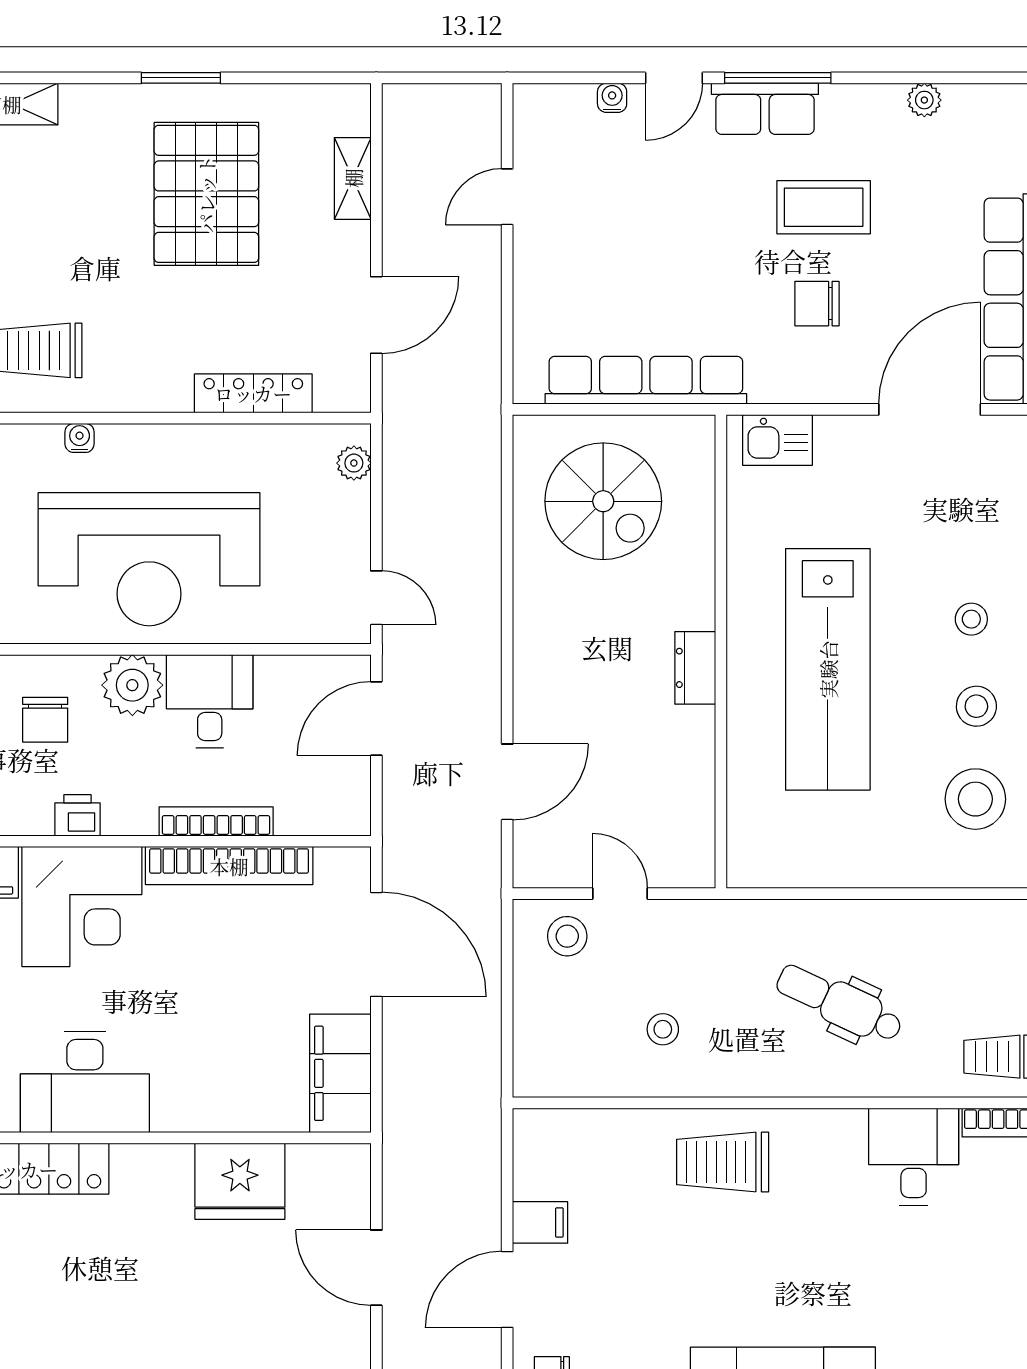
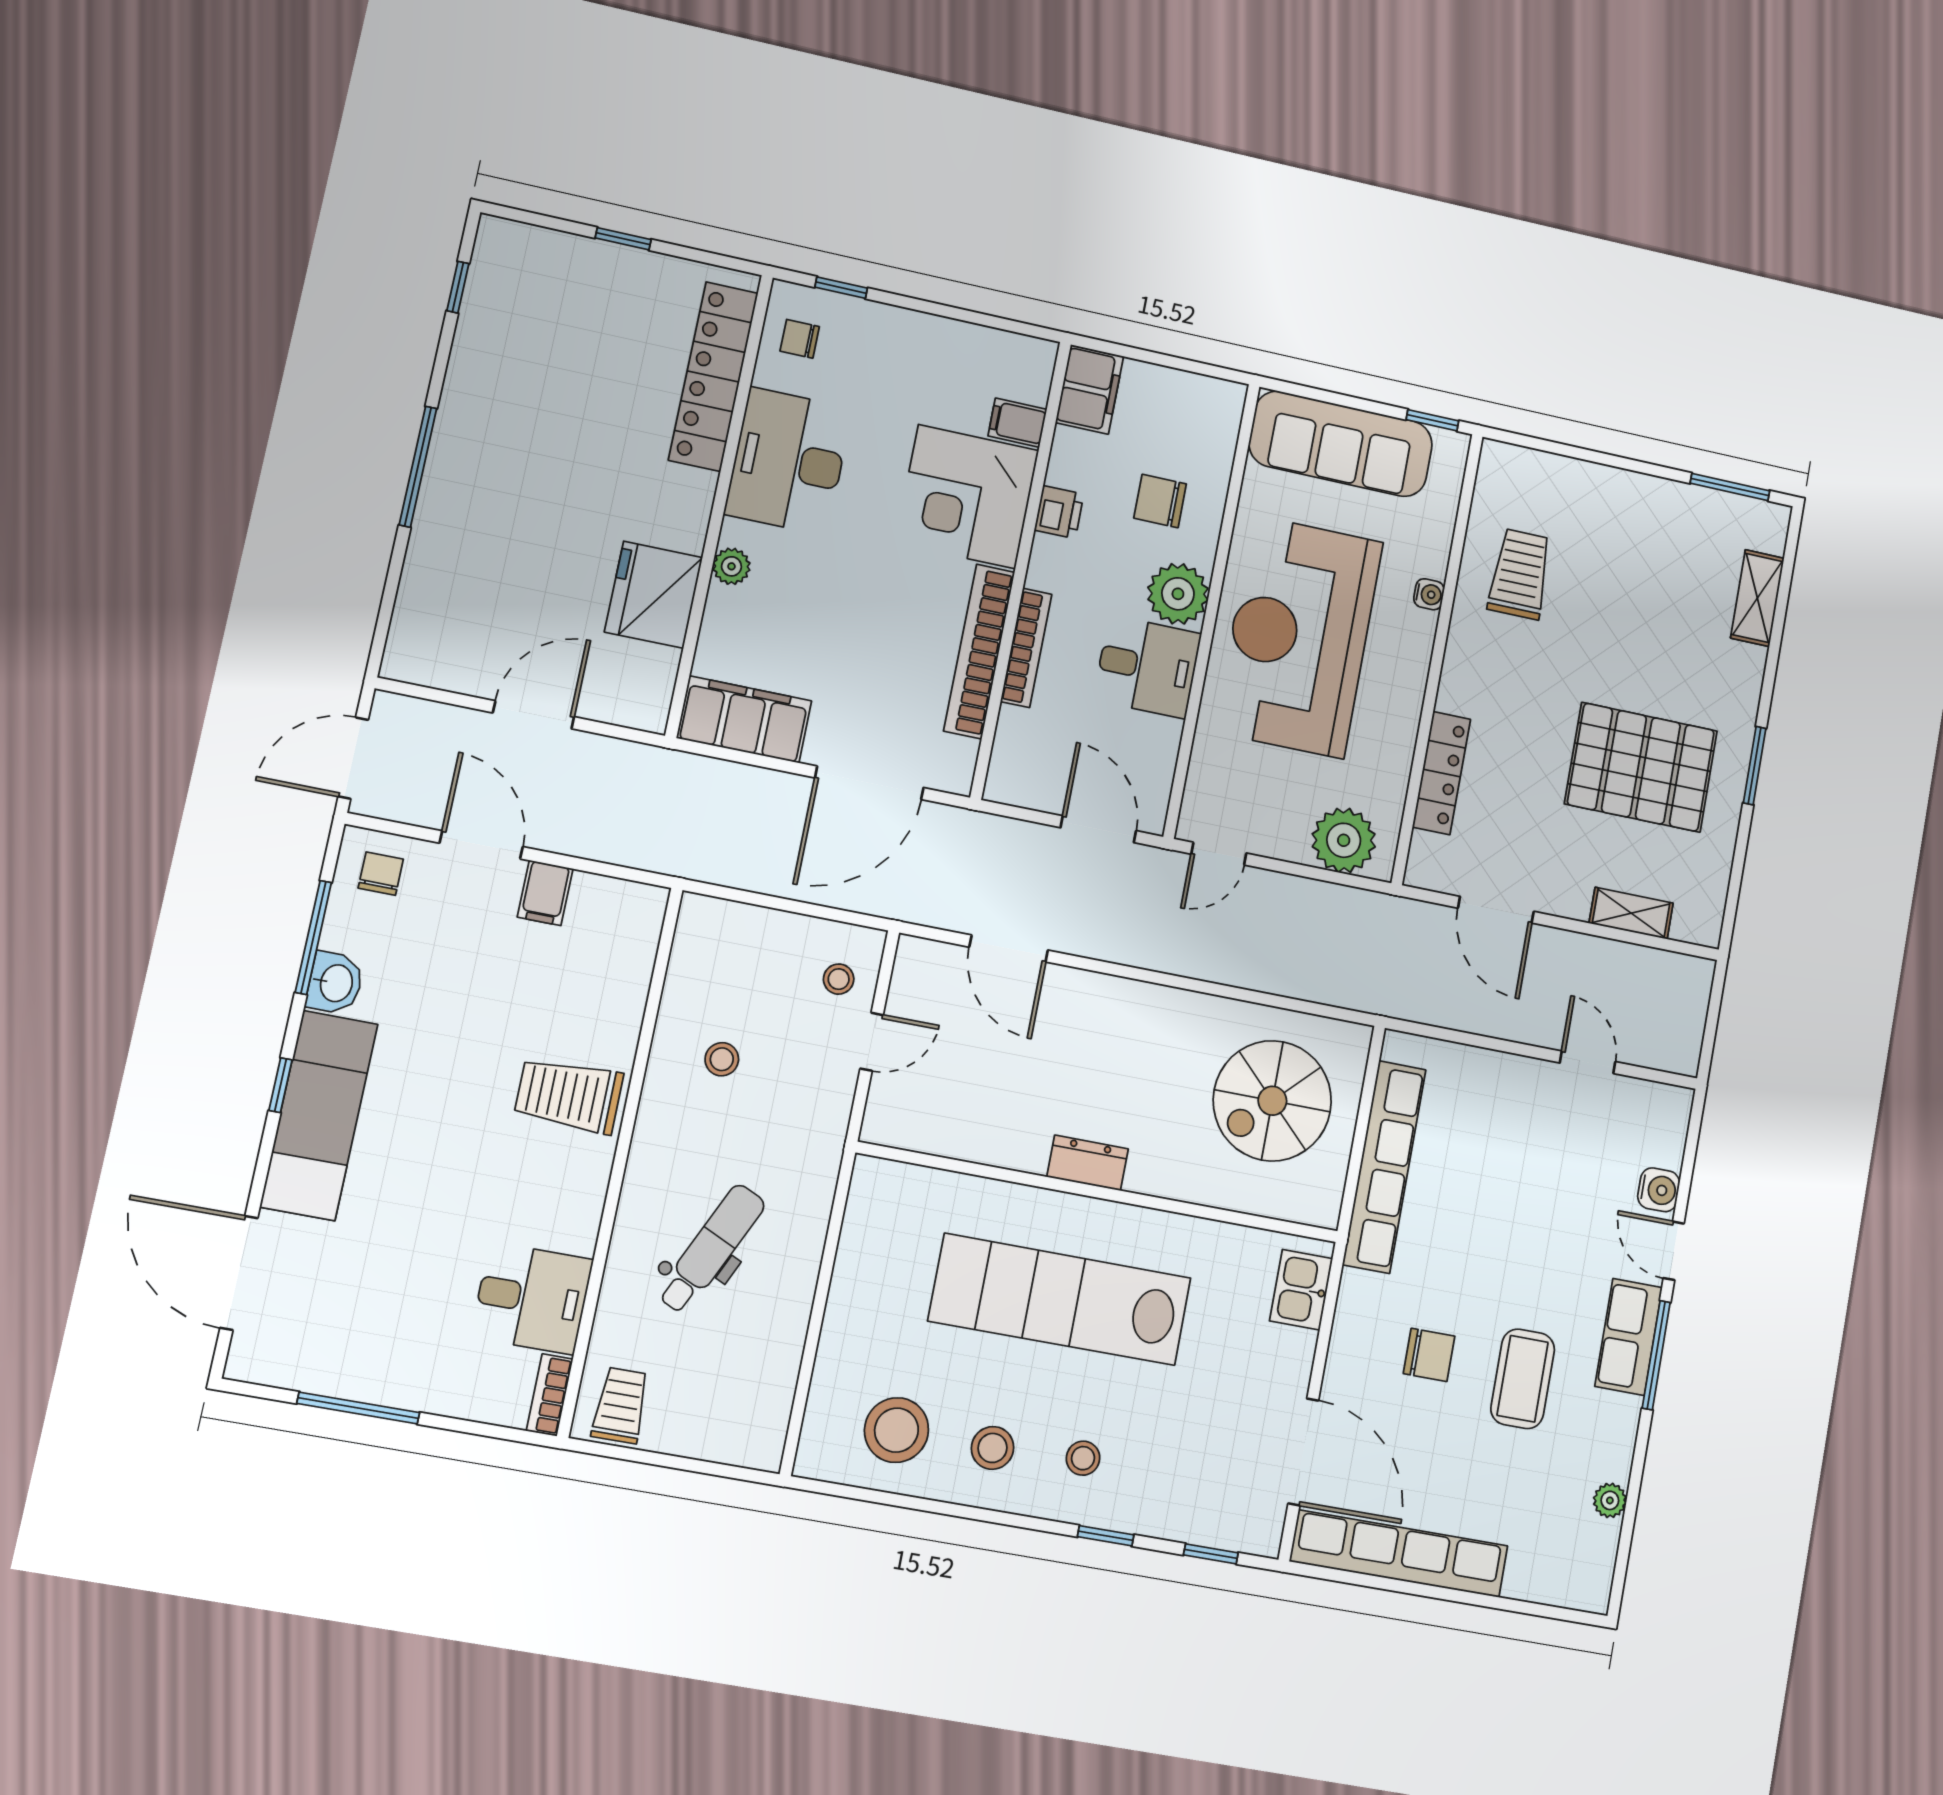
water cooler: (612, 98) -> (1659, 1190), width x1.38, depth x1.38
chair: (817, 304) -> (1429, 1355), turned 90
plant: (354, 463) -> (1344, 840), width x1.88, depth x1.88
stool: (567, 936) -> (839, 979), width x0.73, depth x0.73
plant: (197, 1115) -> (731, 566), added
trolley: (723, 1162) -> (569, 1095), turned -90

